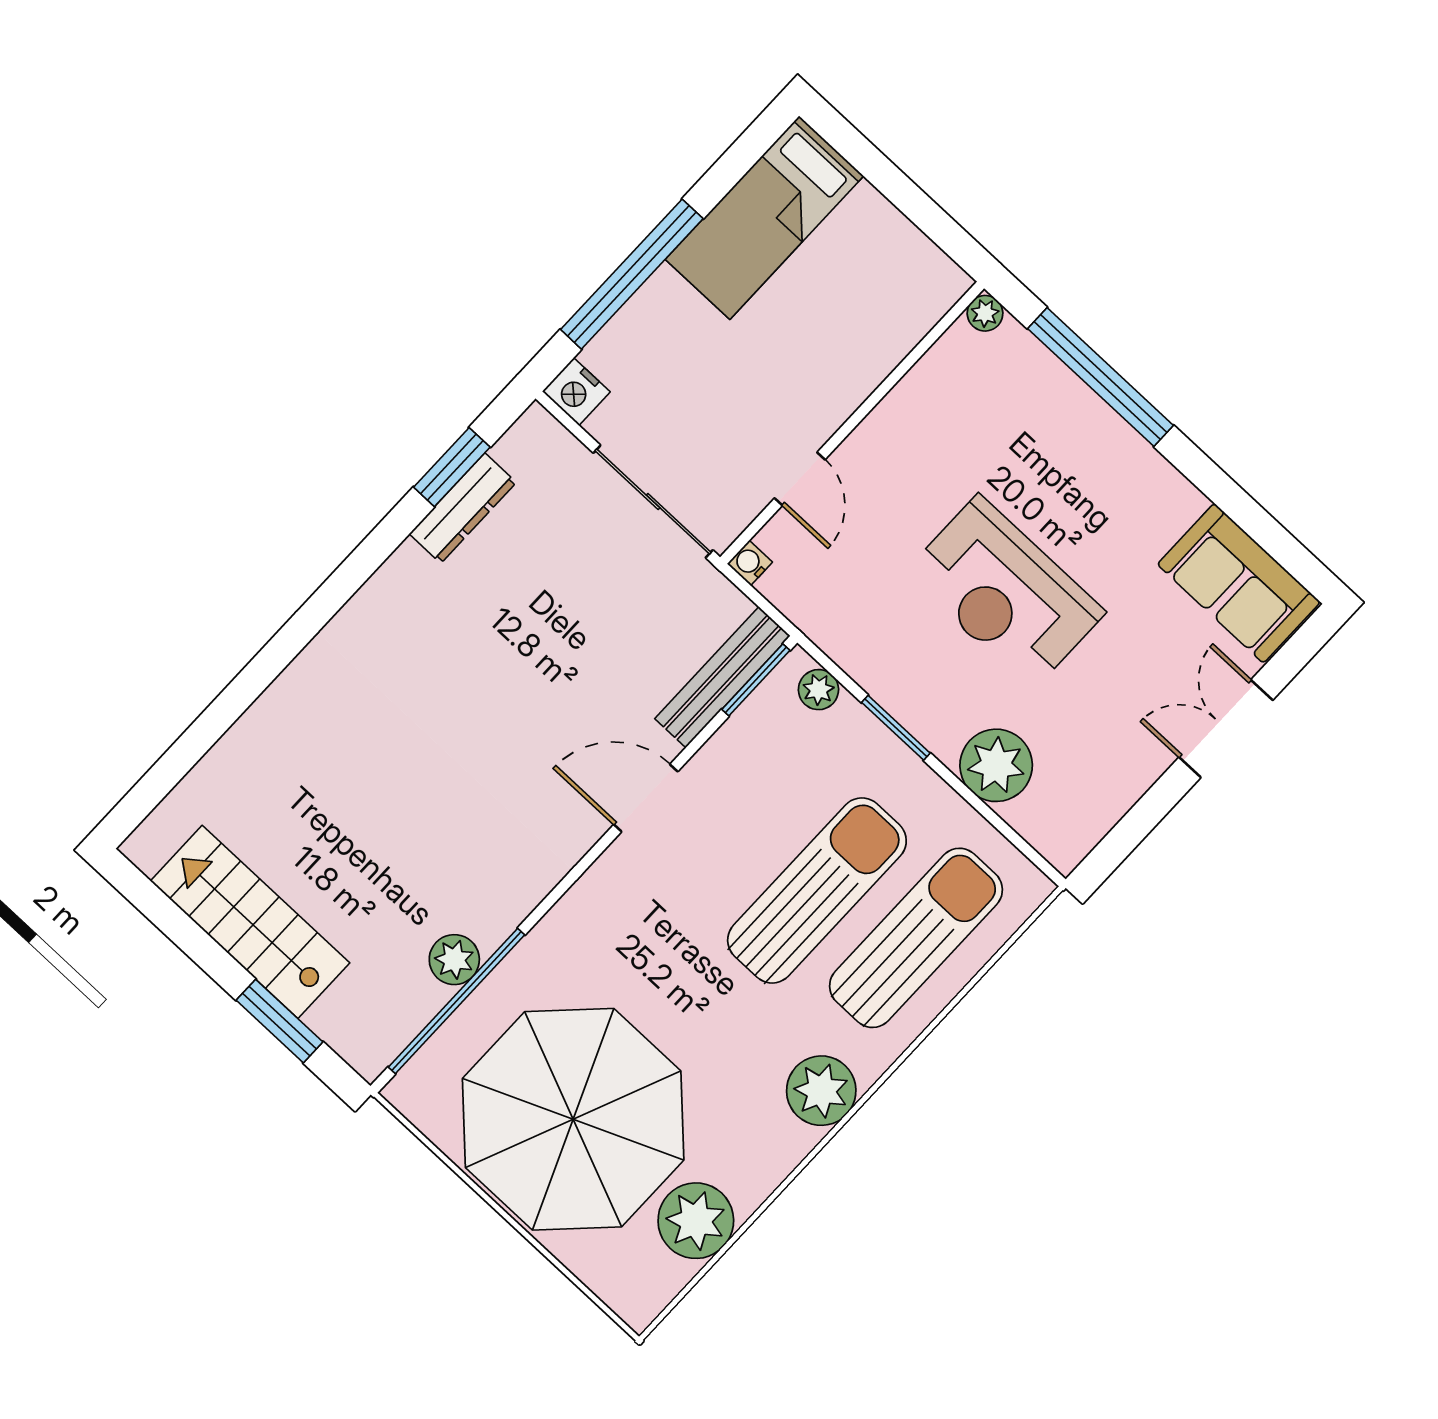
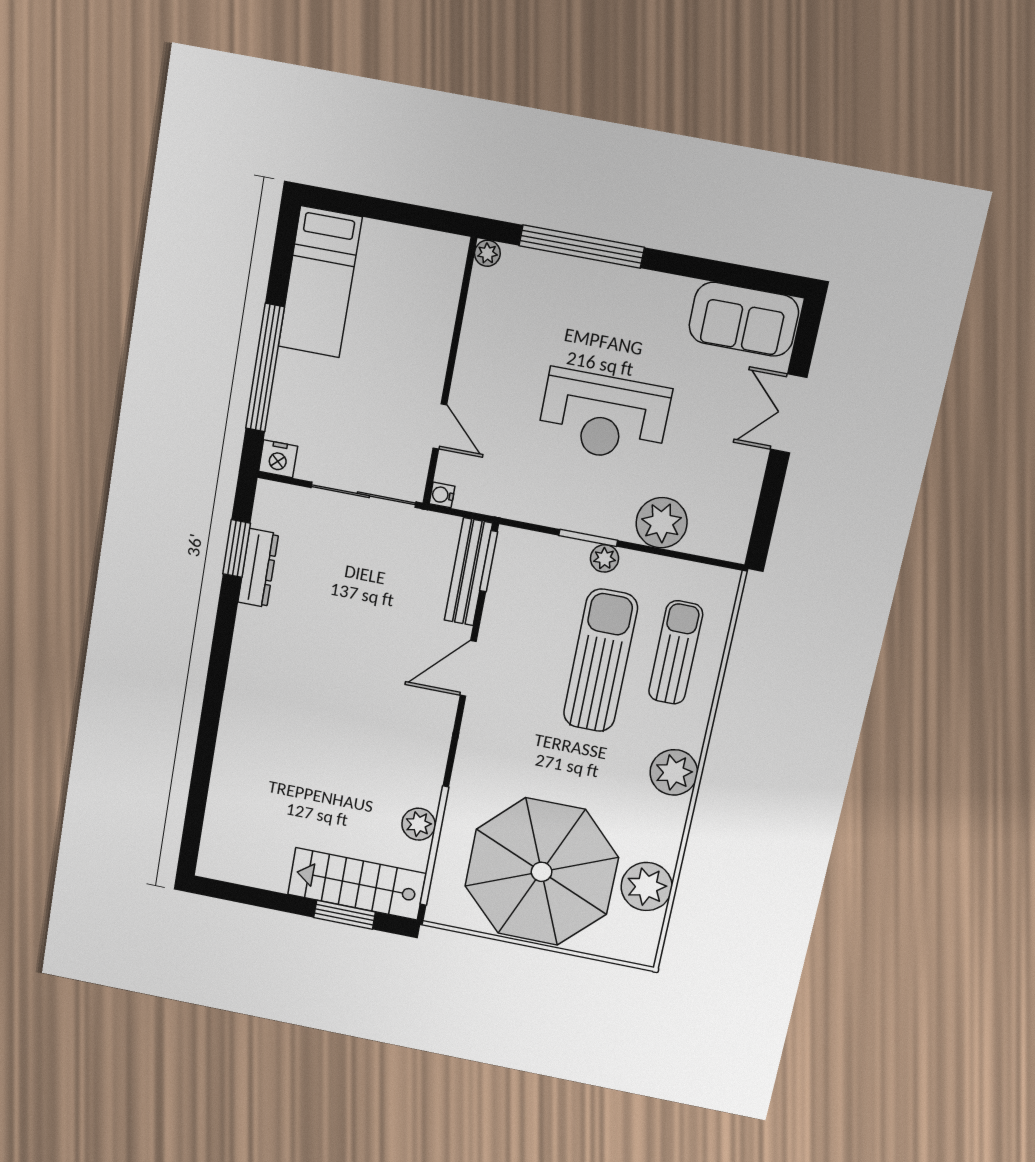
plant: (818, 690) -> (605, 558), moved
stairs: (250, 922) -> (357, 884), moved
sun lounger: (916, 938) -> (676, 653), width x0.73, depth x0.75

